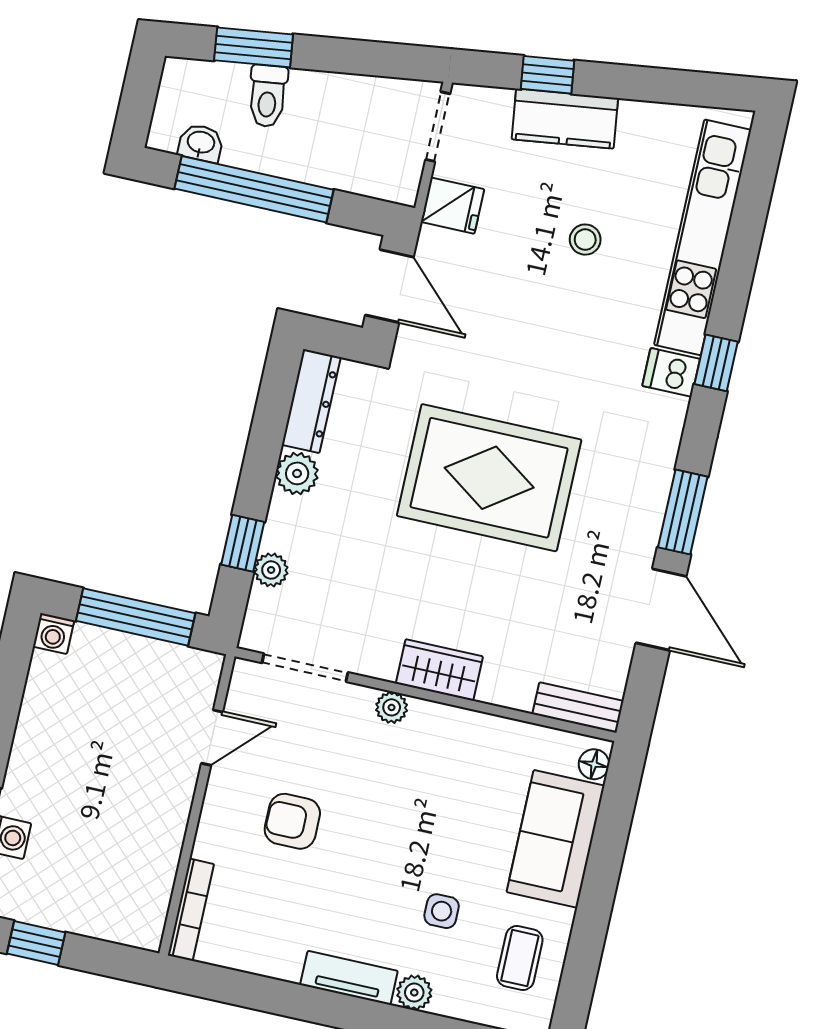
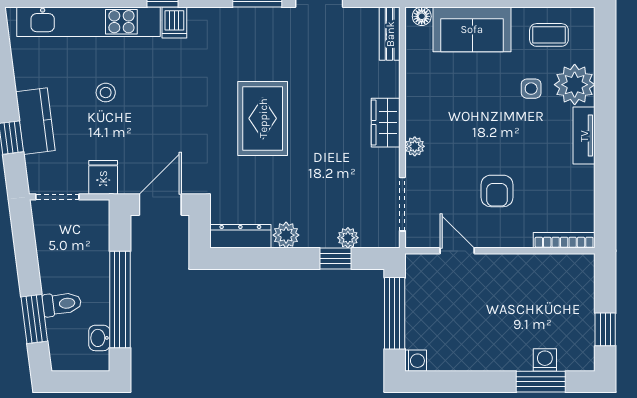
rug: (489, 478) -> (263, 118), width x0.73, depth x0.69
plant: (414, 993) -> (575, 85), width x1.88, depth x1.88

